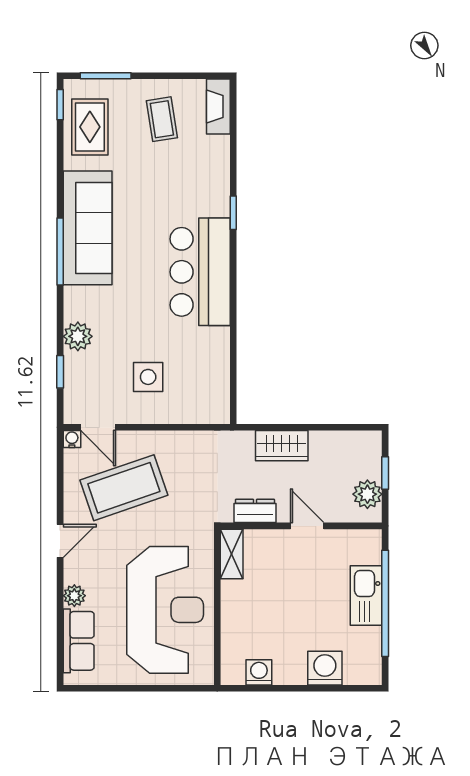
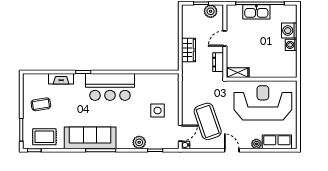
fireplace: (218, 107) -> (61, 79), moved
washing machine: (259, 672) -> (291, 45), moved

